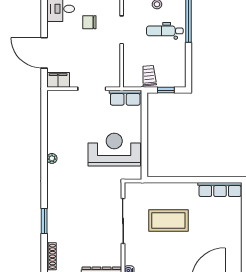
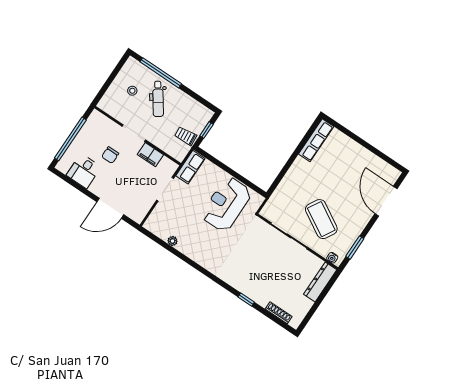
dental chair: (165, 31) -> (158, 99), turned -35
filing cabinet: (58, 80) -> (150, 155), moved, turned -90
plant: (52, 158) -> (173, 241), moved
window: (44, 221) -> (246, 300), width x0.67
coffee table: (168, 221) -> (321, 219), moved, turned -60

